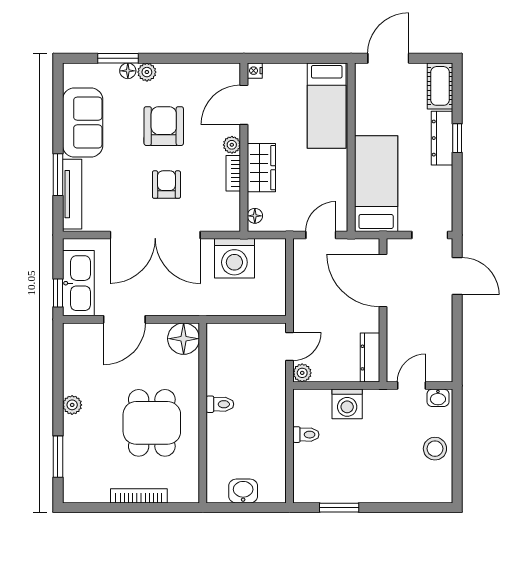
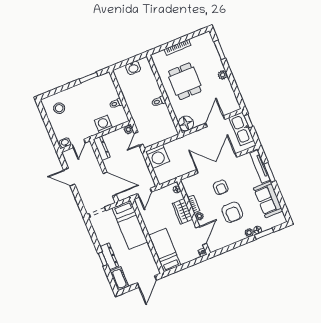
washing machine: (234, 258) -> (158, 157), moved, turned 180
door: (457, 276) -> (69, 177), moved
stool: (435, 449) -> (59, 108), moved

